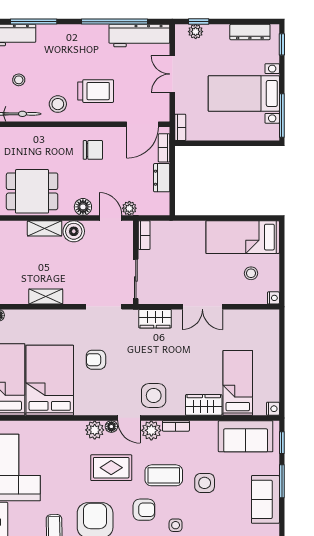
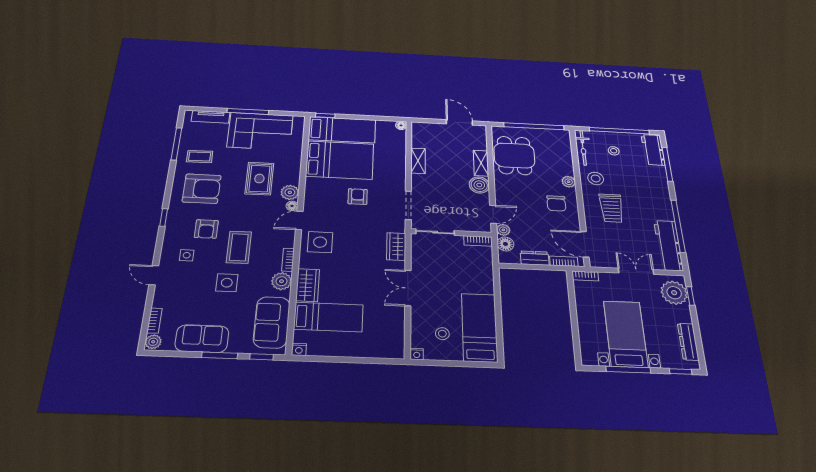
plant: (196, 32) -> (674, 293), width x1.87, depth x1.87
window: (282, 116) -> (628, 370), moved
plant: (64, 134) -> (569, 182), added
floor lamp: (83, 207) -> (505, 244), moved
plant: (151, 430) -> (282, 281), moved
rug: (111, 468) -> (259, 179), moved

